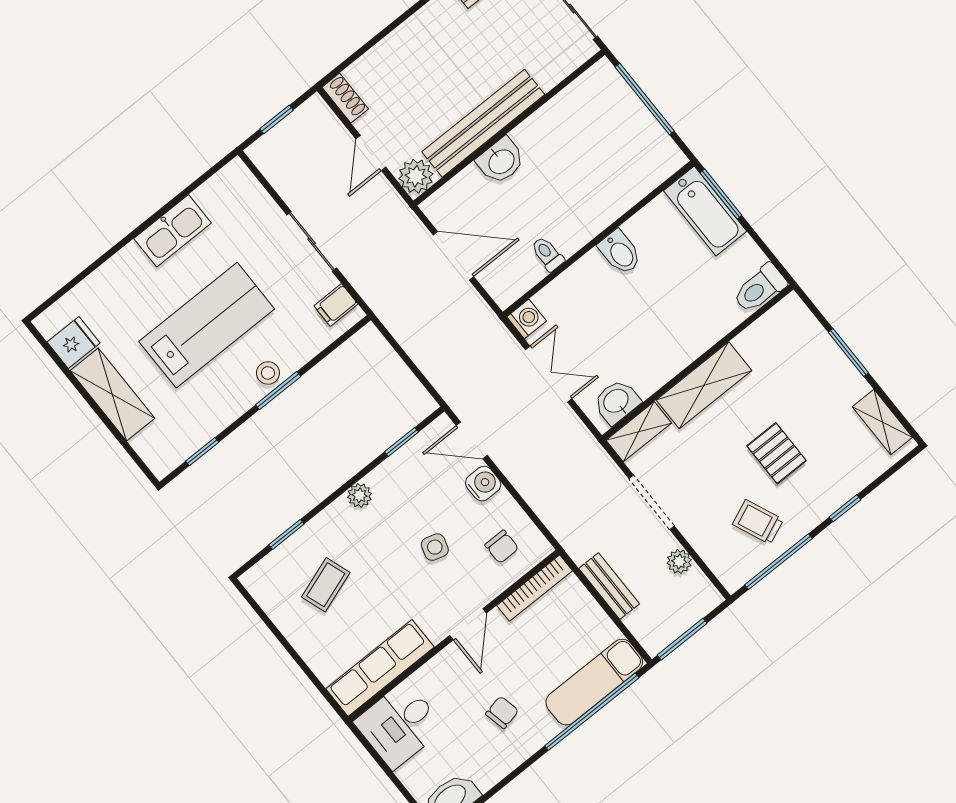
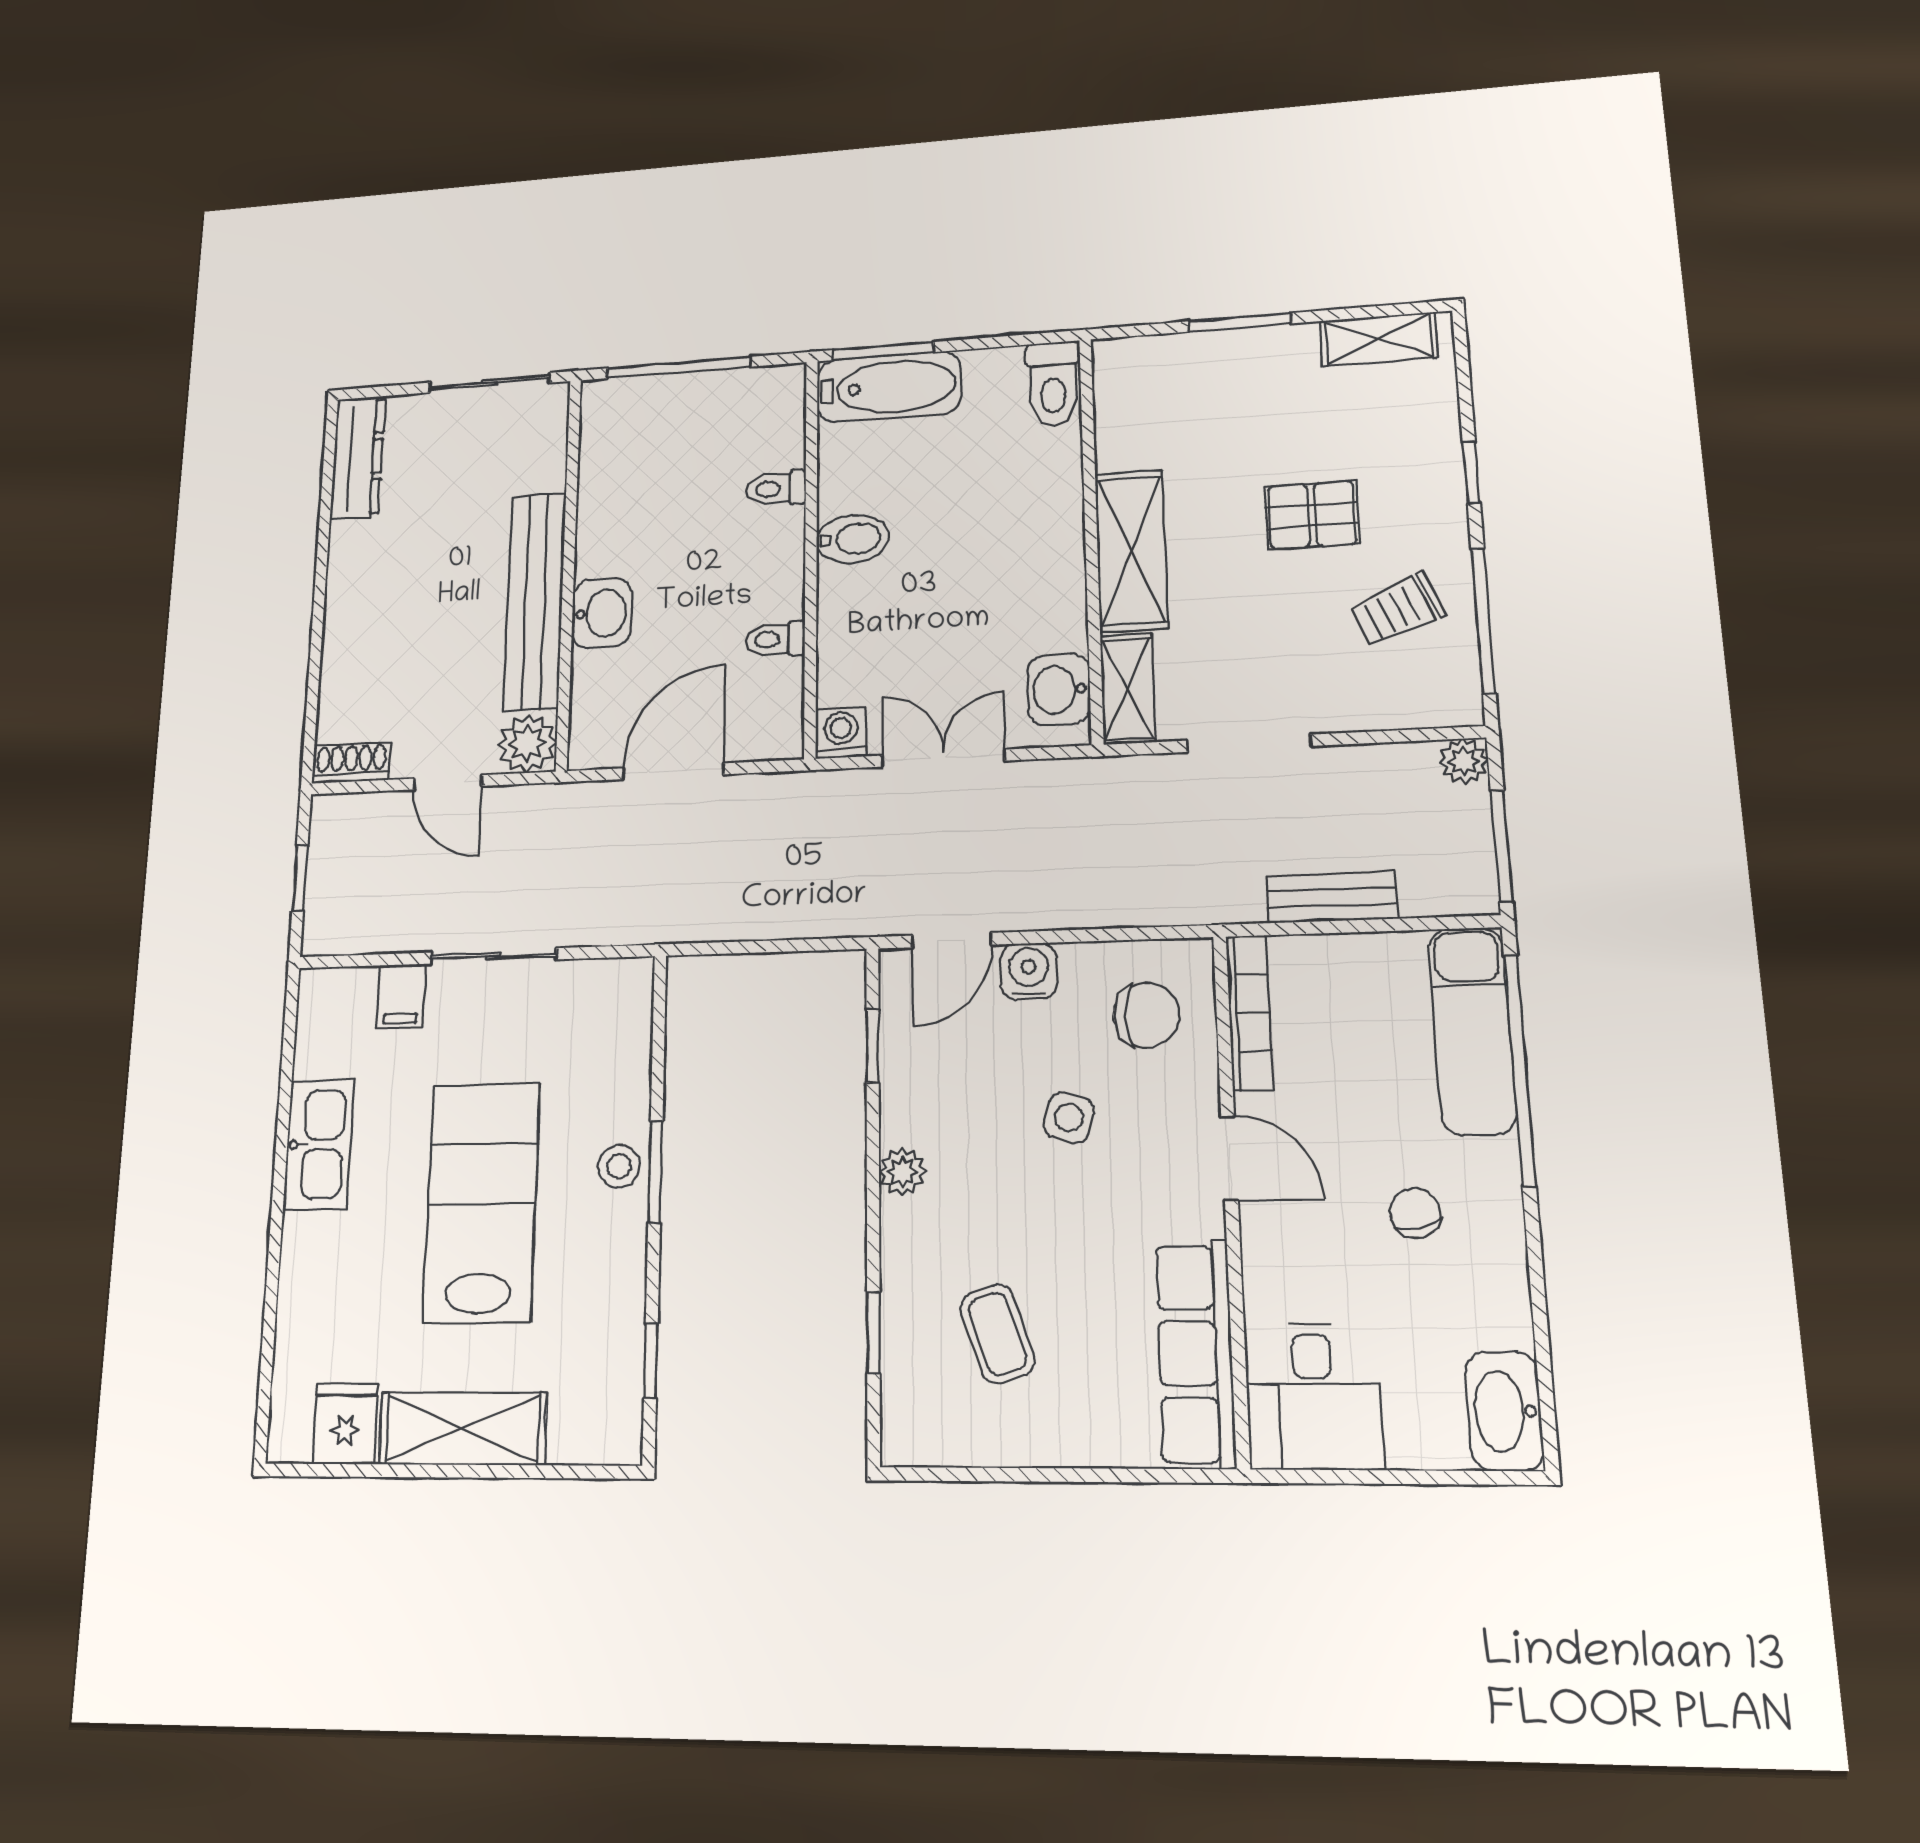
toilet: (619, 196) -> (776, 489), added
filing cabinet: (336, 305) -> (401, 996), moved
chair: (502, 547) -> (1146, 1015), width x1.37, depth x1.37
plant: (679, 561) -> (1464, 761), moved

